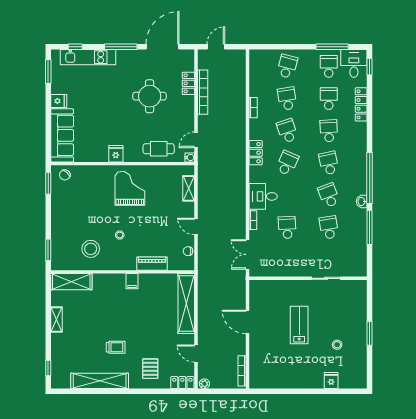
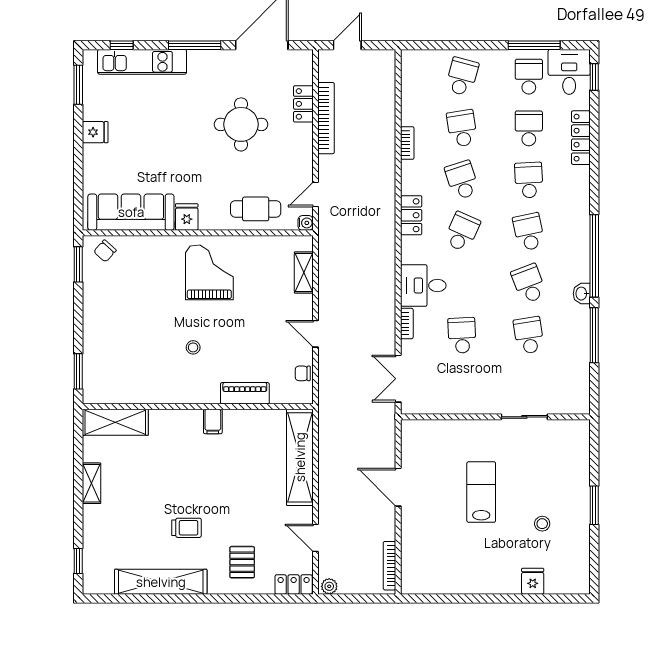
sofa: (62, 135) -> (131, 212), moved, turned -90
stool: (91, 249) -> (146, 370), removed

